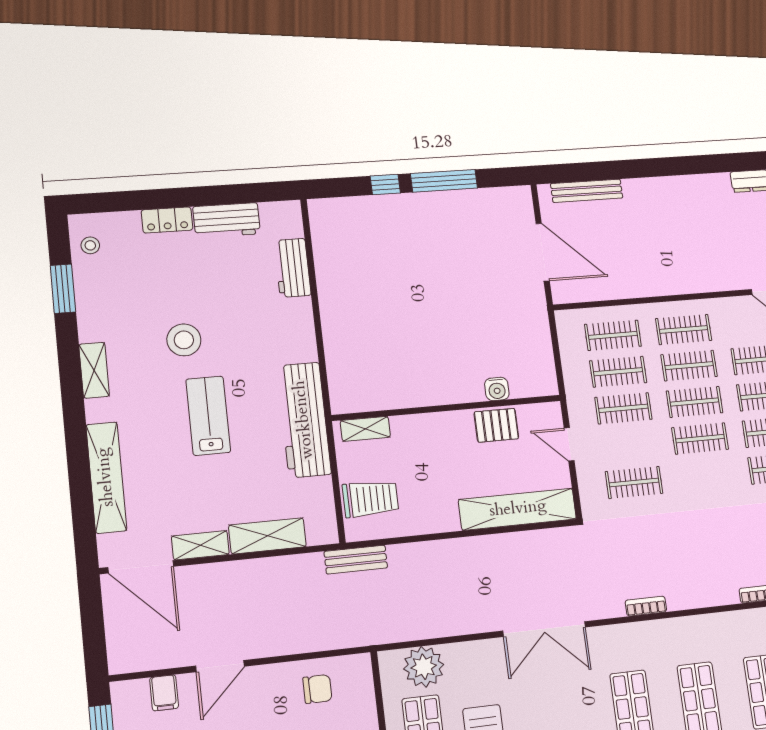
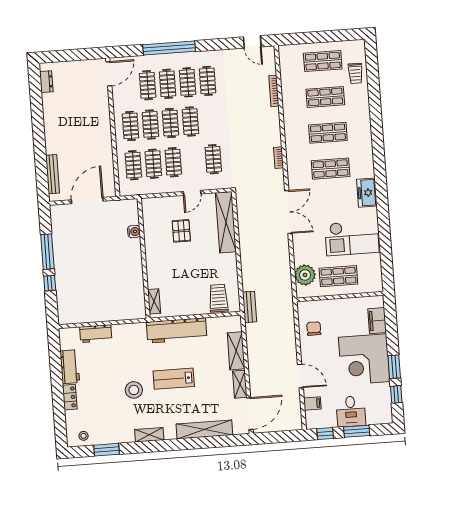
water cooler: (497, 389) -> (134, 232), moved
wall: (447, 408) -> (144, 258), moved
shelving: (365, 429) -> (154, 301), moved

